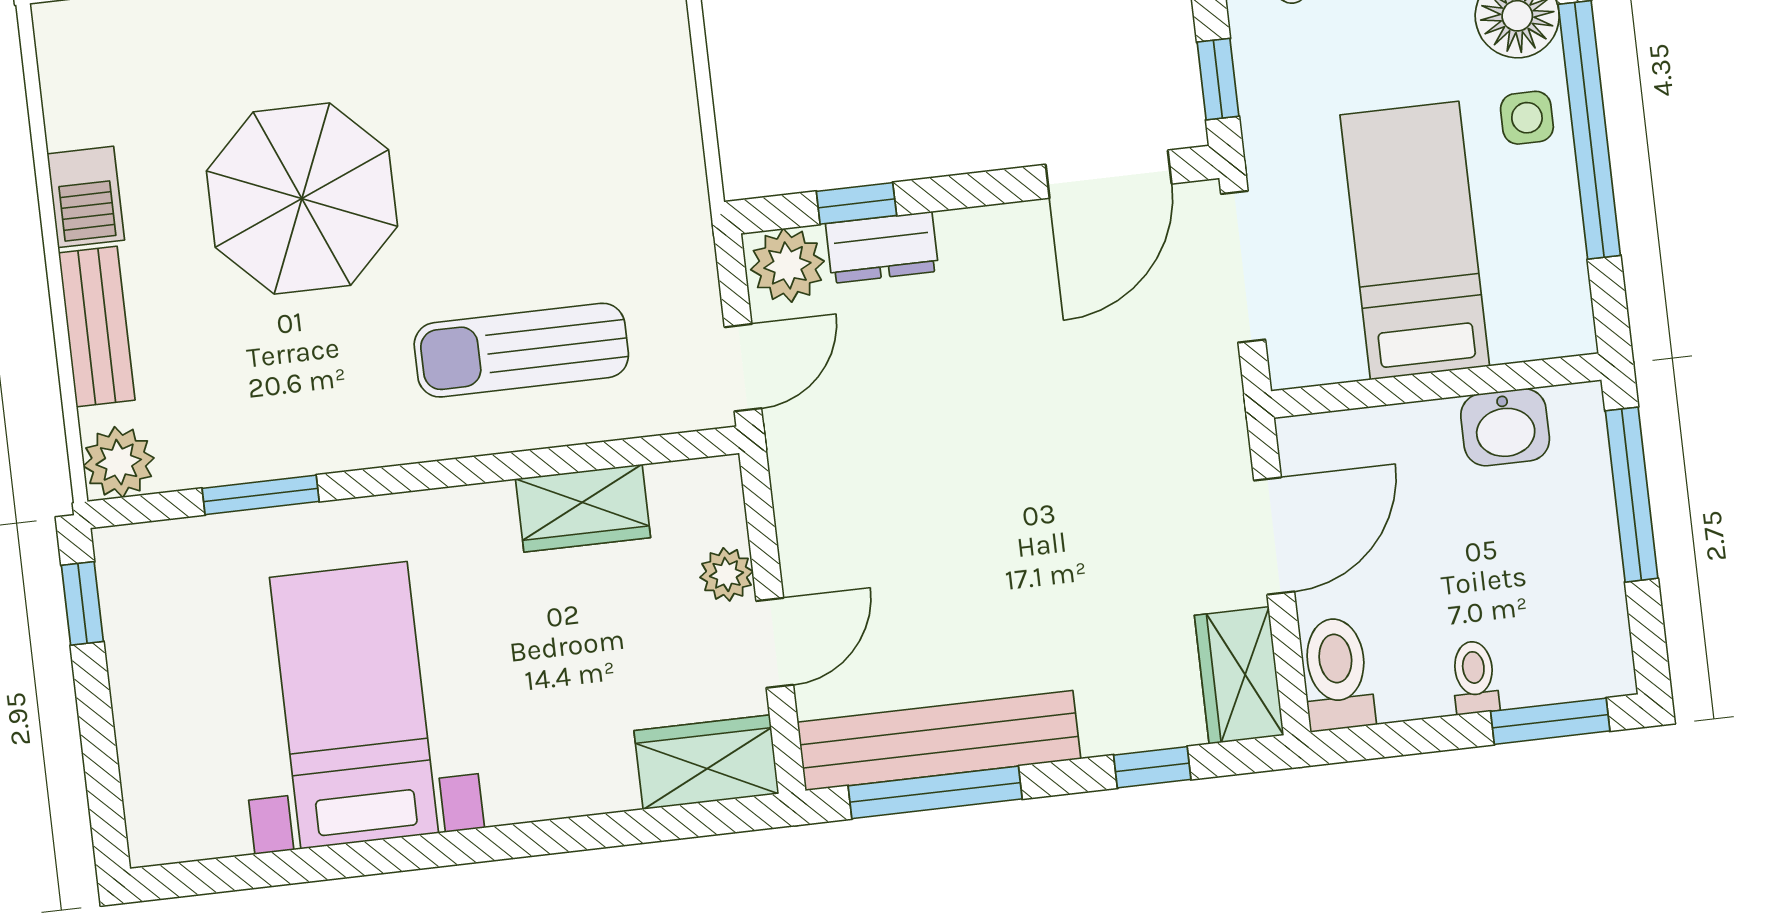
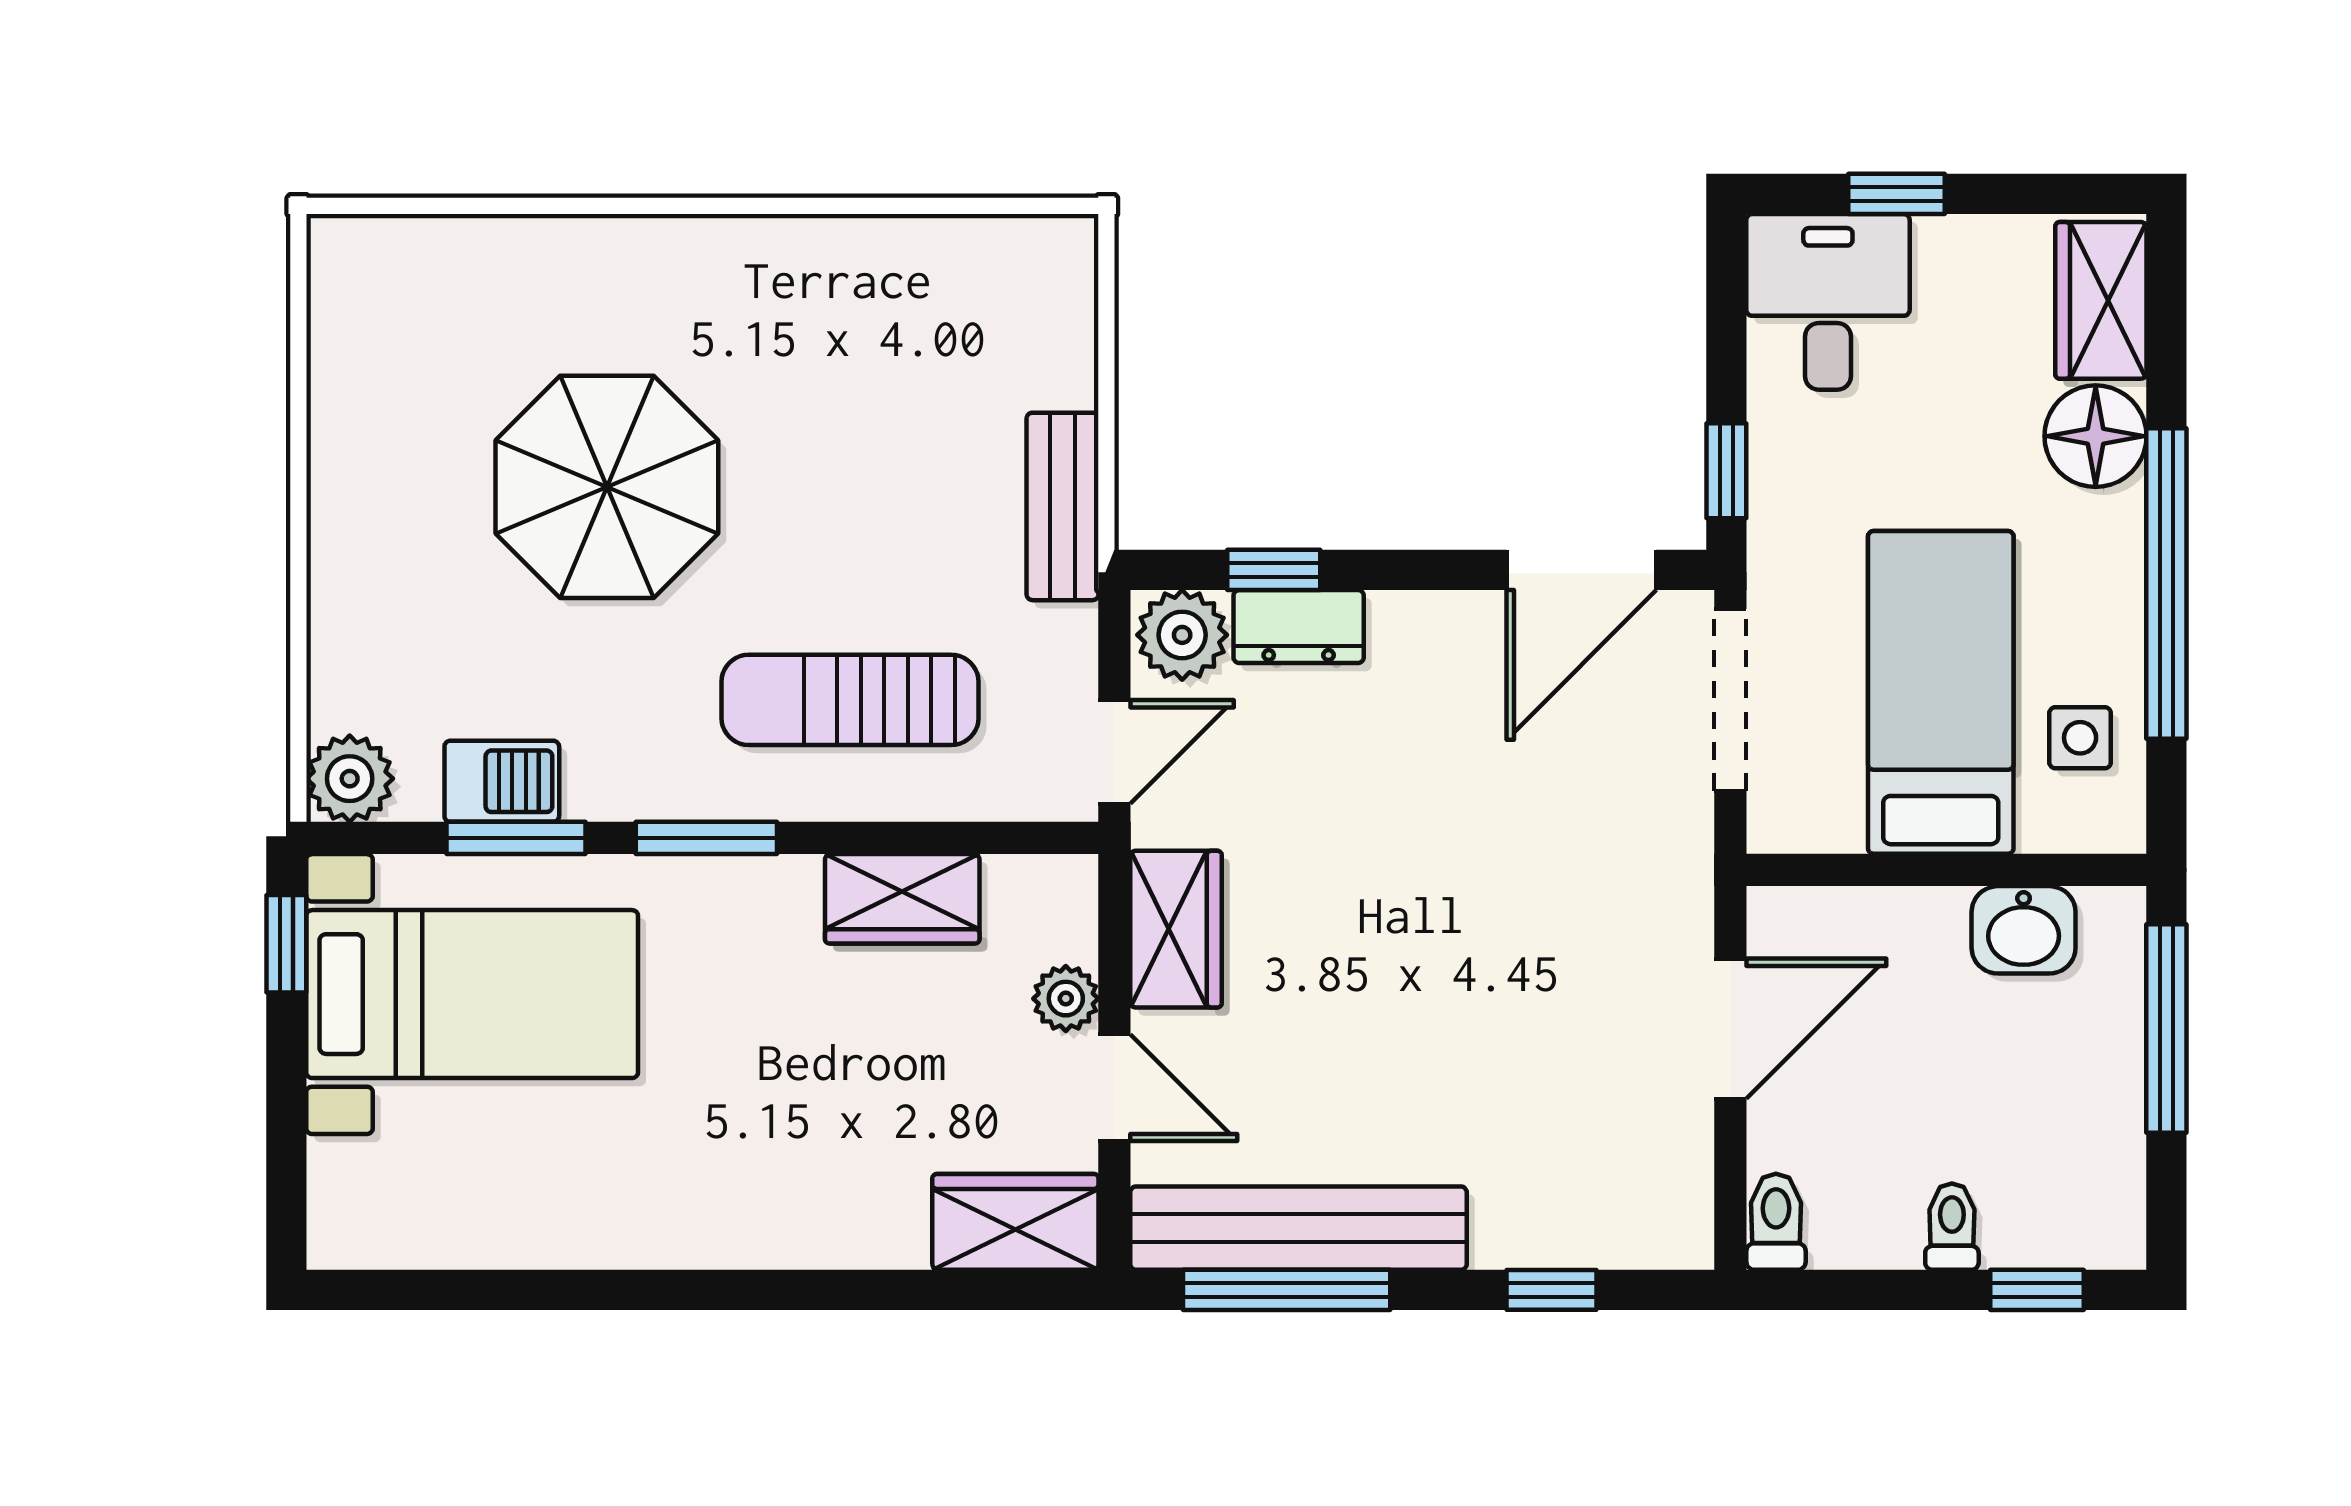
side table: (1527, 118) -> (2080, 738), moved
barbecue: (86, 197) -> (502, 781), moved, turned -90
bench: (97, 326) -> (1063, 506), moved
window: (417, 477) -> (706, 838), added
door: (775, 643) -> (1114, 1088), hinge flipped
toilet: (1337, 674) -> (1776, 1222), width x0.73, depth x0.72
wardrobe: (1239, 675) -> (1176, 929), moved, turned 180
bed with nightstands: (354, 705) -> (472, 994), moved, turned 90
window: (1550, 721) -> (2037, 1290), width x0.67

